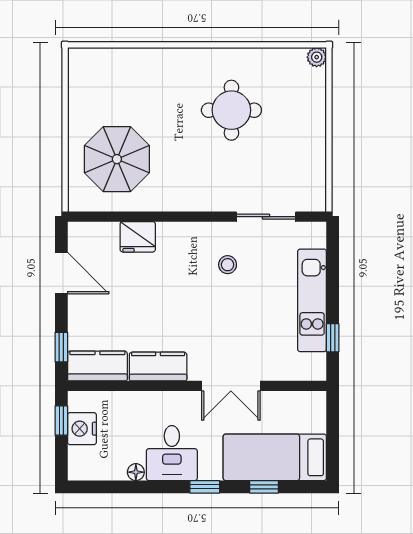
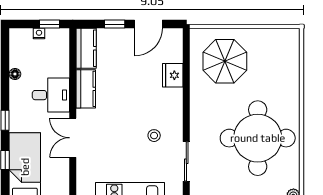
round table: (231, 110) -> (258, 138), width x1.86, depth x1.86
window: (61, 347) -> (115, 24), moved
nightstand: (82, 429) -> (39, 34), width x0.53, depth x0.56
desk: (172, 453) -> (51, 95), moved, turned 180

